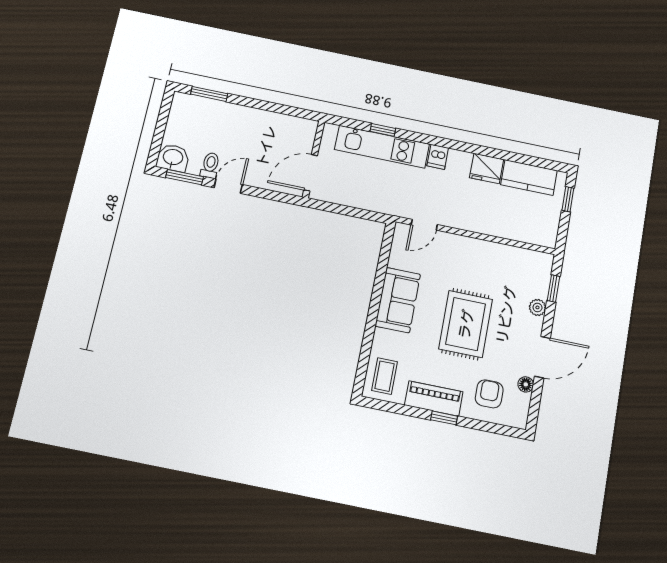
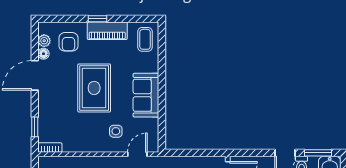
bookcase: (538, 257) -> (50, 147), added
side table: (447, 261) -> (116, 131), added
plant: (537, 307) -> (44, 41), moved

